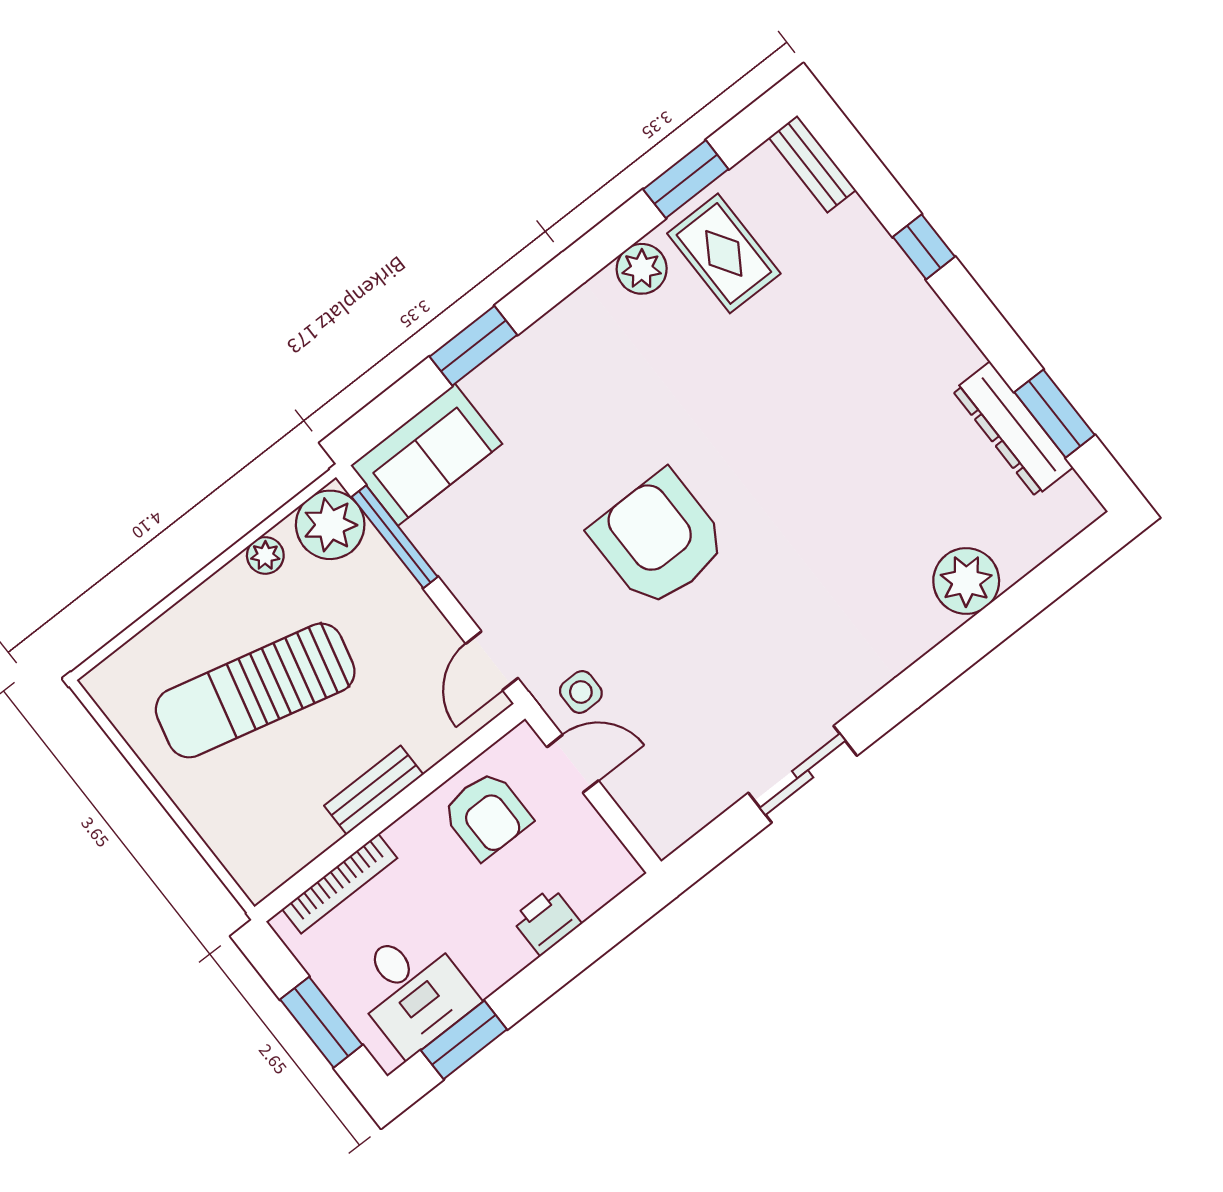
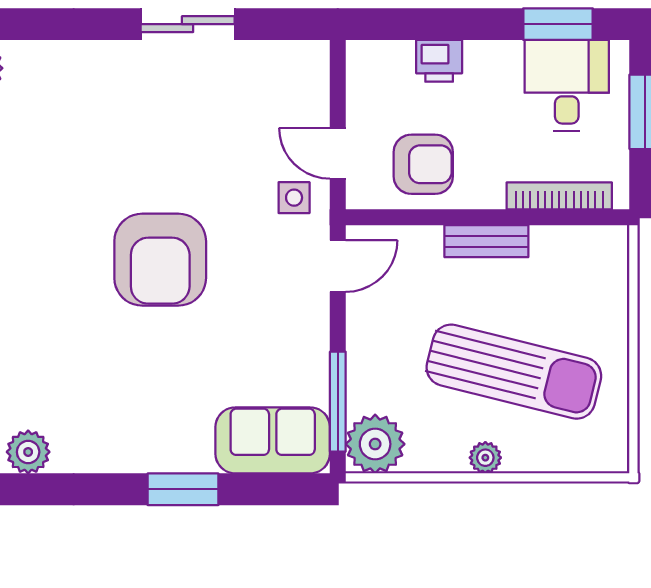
plant: (265, 555) -> (485, 458), moved
armchair: (487, 815) -> (423, 164), turned 90

